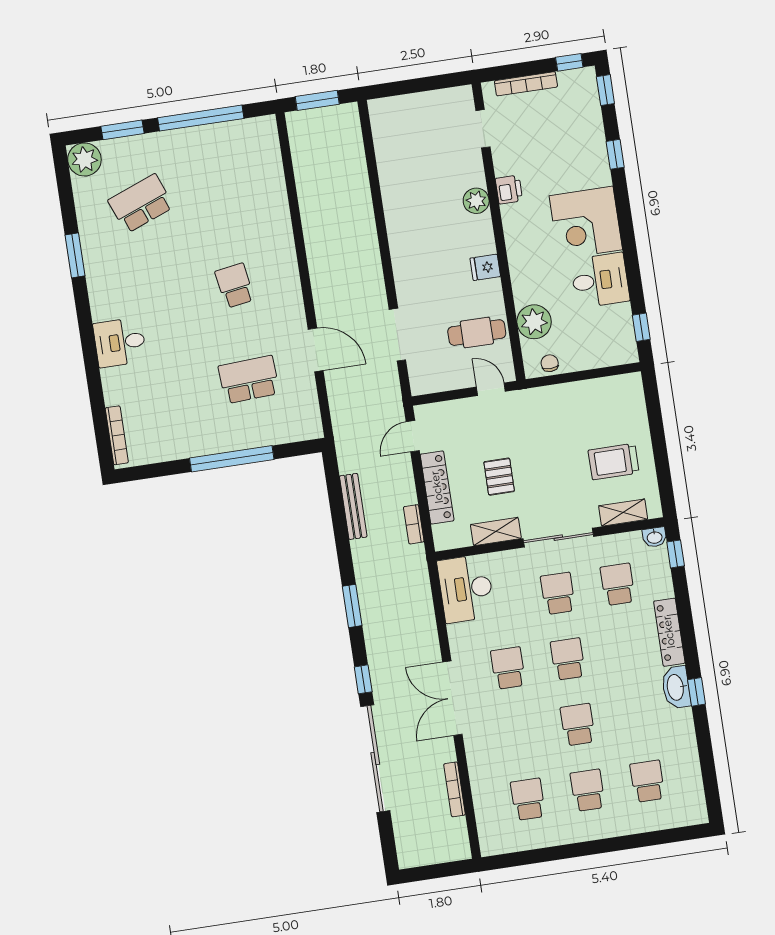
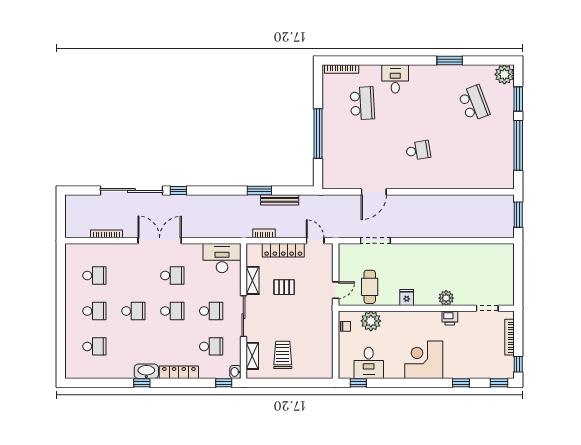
desk: (600, 280) -> (369, 363), moved
school desk: (249, 380) -> (362, 103), moved
window: (352, 606) -> (259, 190), moved

